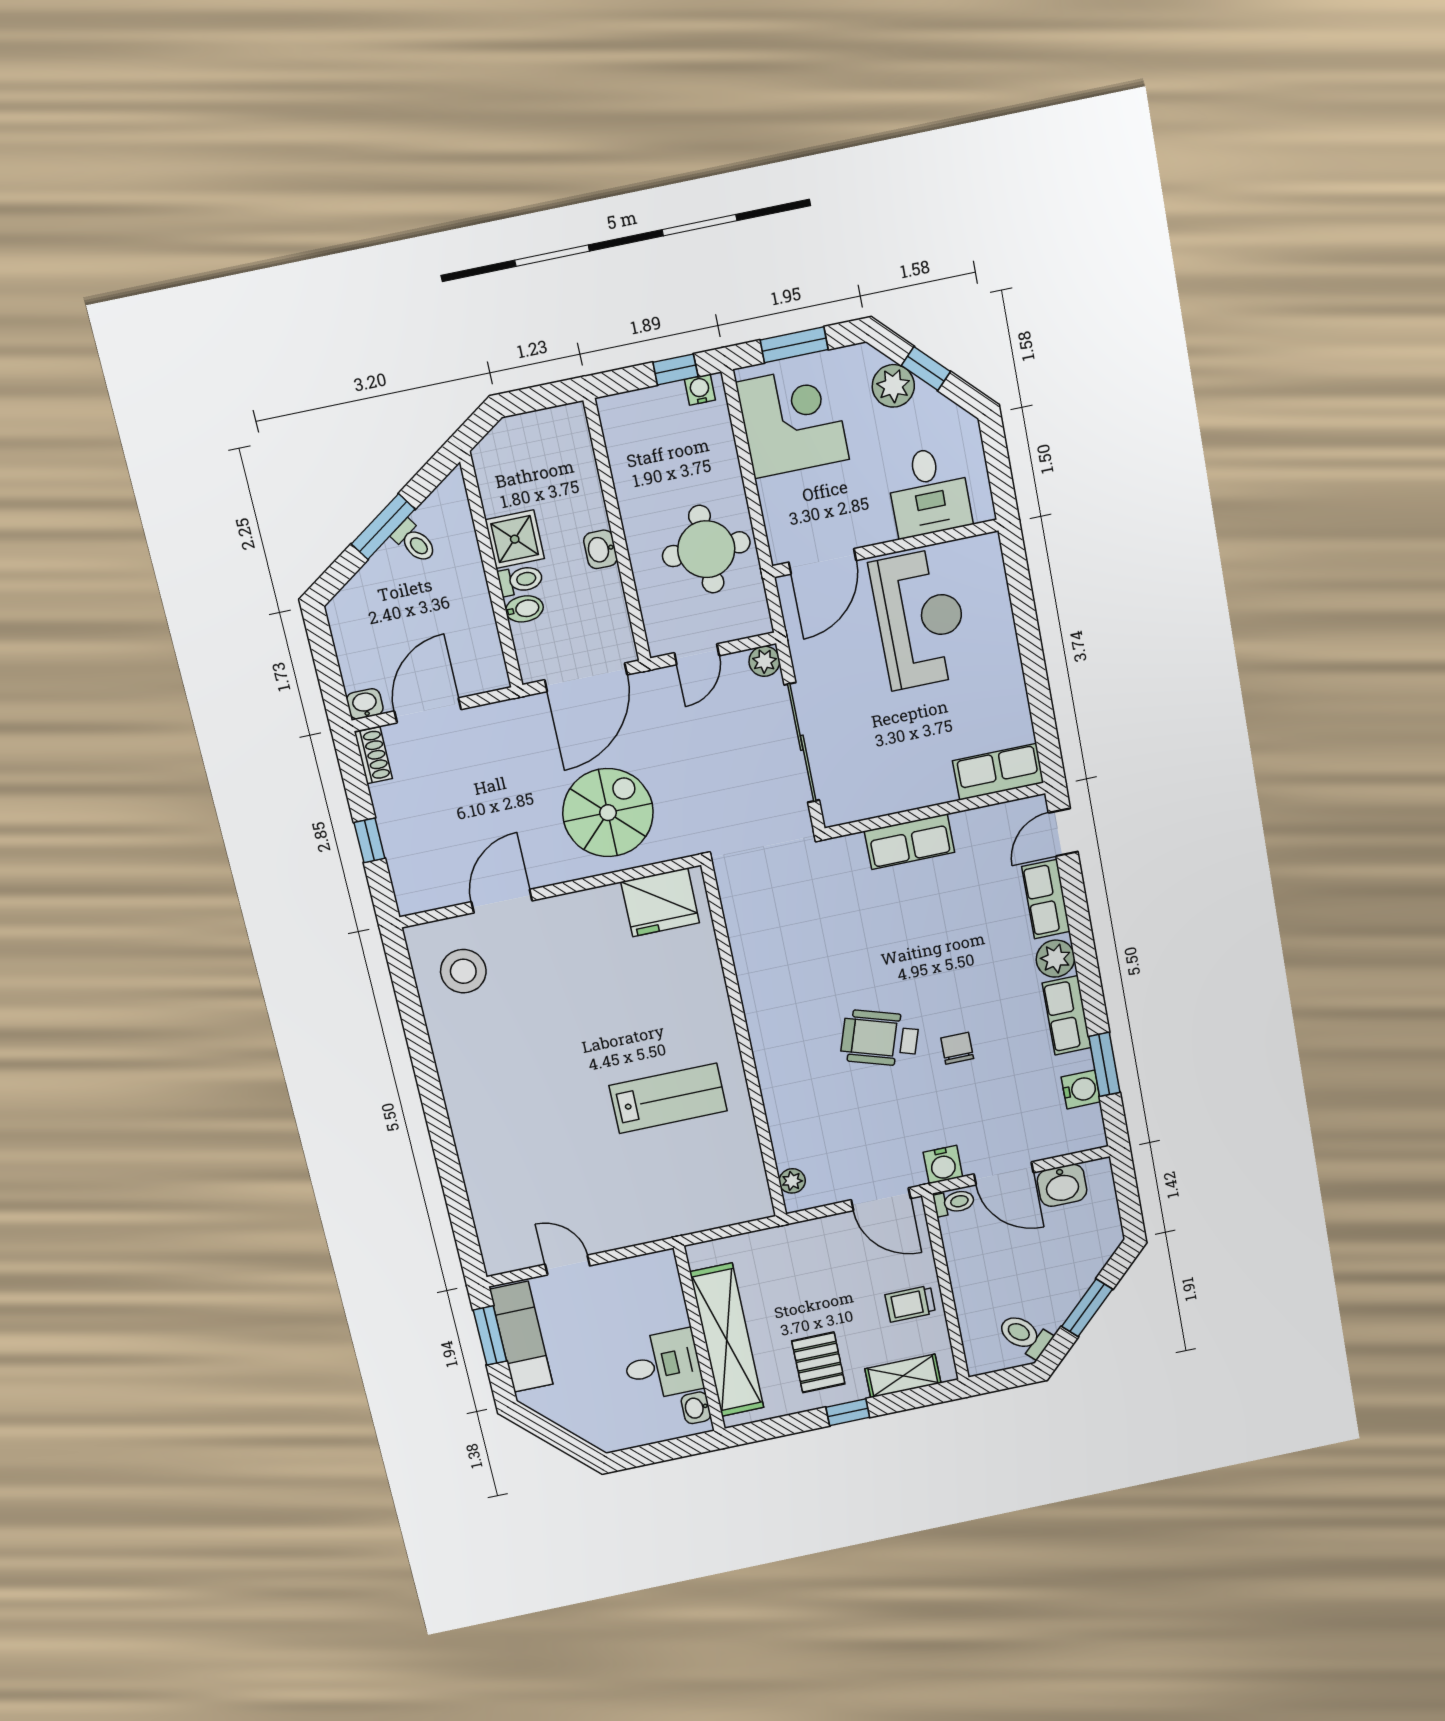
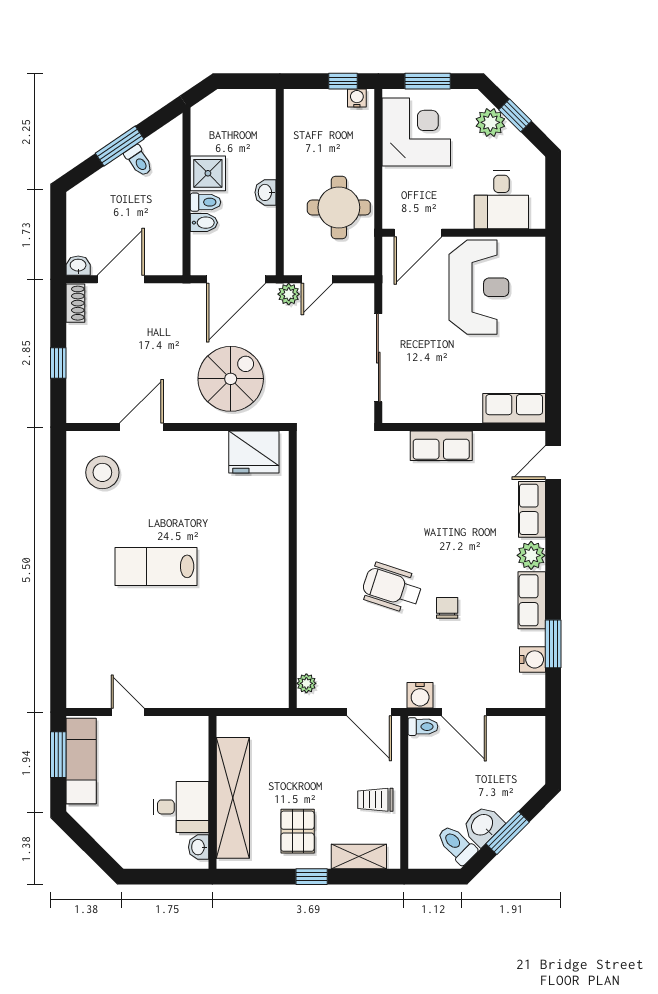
plant: (764, 661) -> (289, 294), moved
lab bench: (668, 1098) -> (156, 566), moved, turned 180
washbasin: (1062, 1185) -> (483, 825), moved, turned 135

